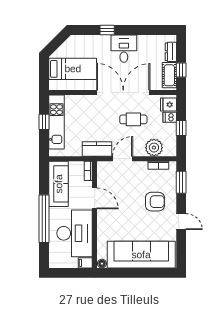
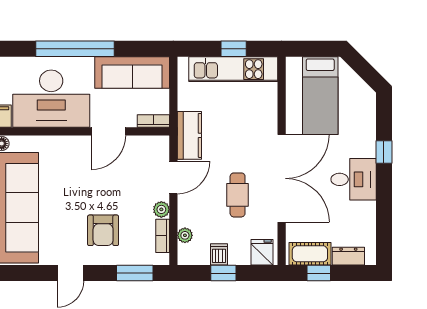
dishwasher: (170, 117) -> (219, 254), moved
plant: (154, 148) -> (185, 235), width x0.53, depth x0.53
door: (123, 159) -> (173, 177), hinge flipped
plant: (142, 166) -> (161, 209), added

